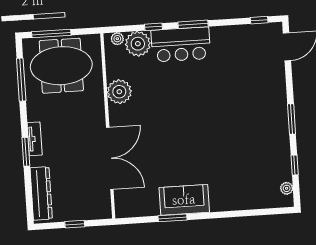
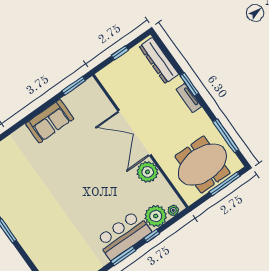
double door: (110, 158) -> (134, 133), moved
window: (172, 218) -> (74, 86), moved

